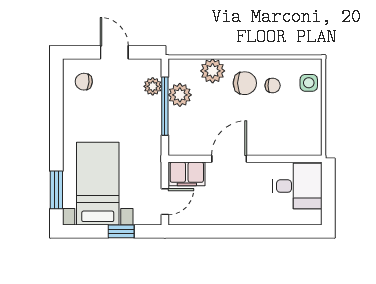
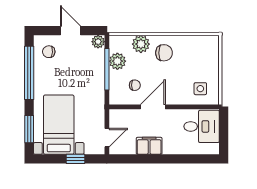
side table: (309, 83) -> (200, 89), moved
plant: (153, 86) -> (98, 42), moved
chair: (273, 86) -> (135, 85), moved
window: (56, 111) -> (29, 73), added
filing cabinet: (187, 174) -> (149, 146), moved, turned 180

